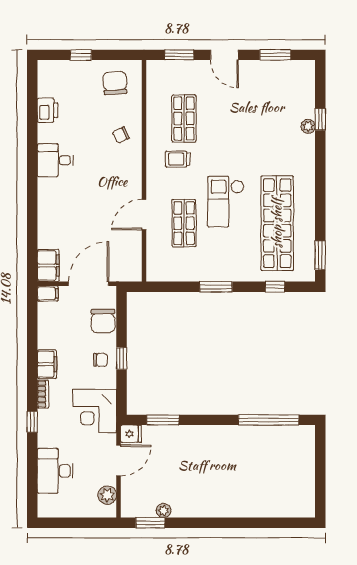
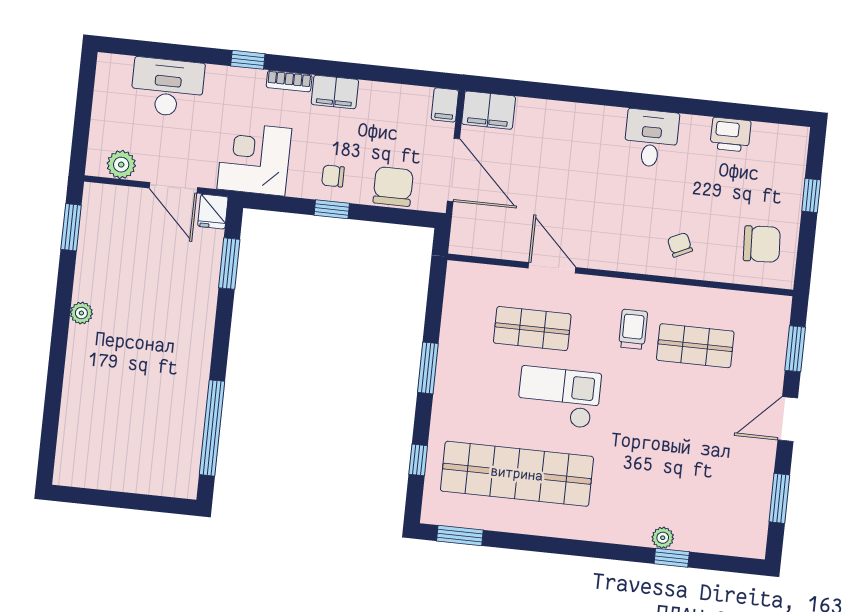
chair: (103, 321) -> (393, 186), turned 90
chair: (100, 360) -> (333, 176), turned 90
plant: (164, 510) -> (81, 313), moved

